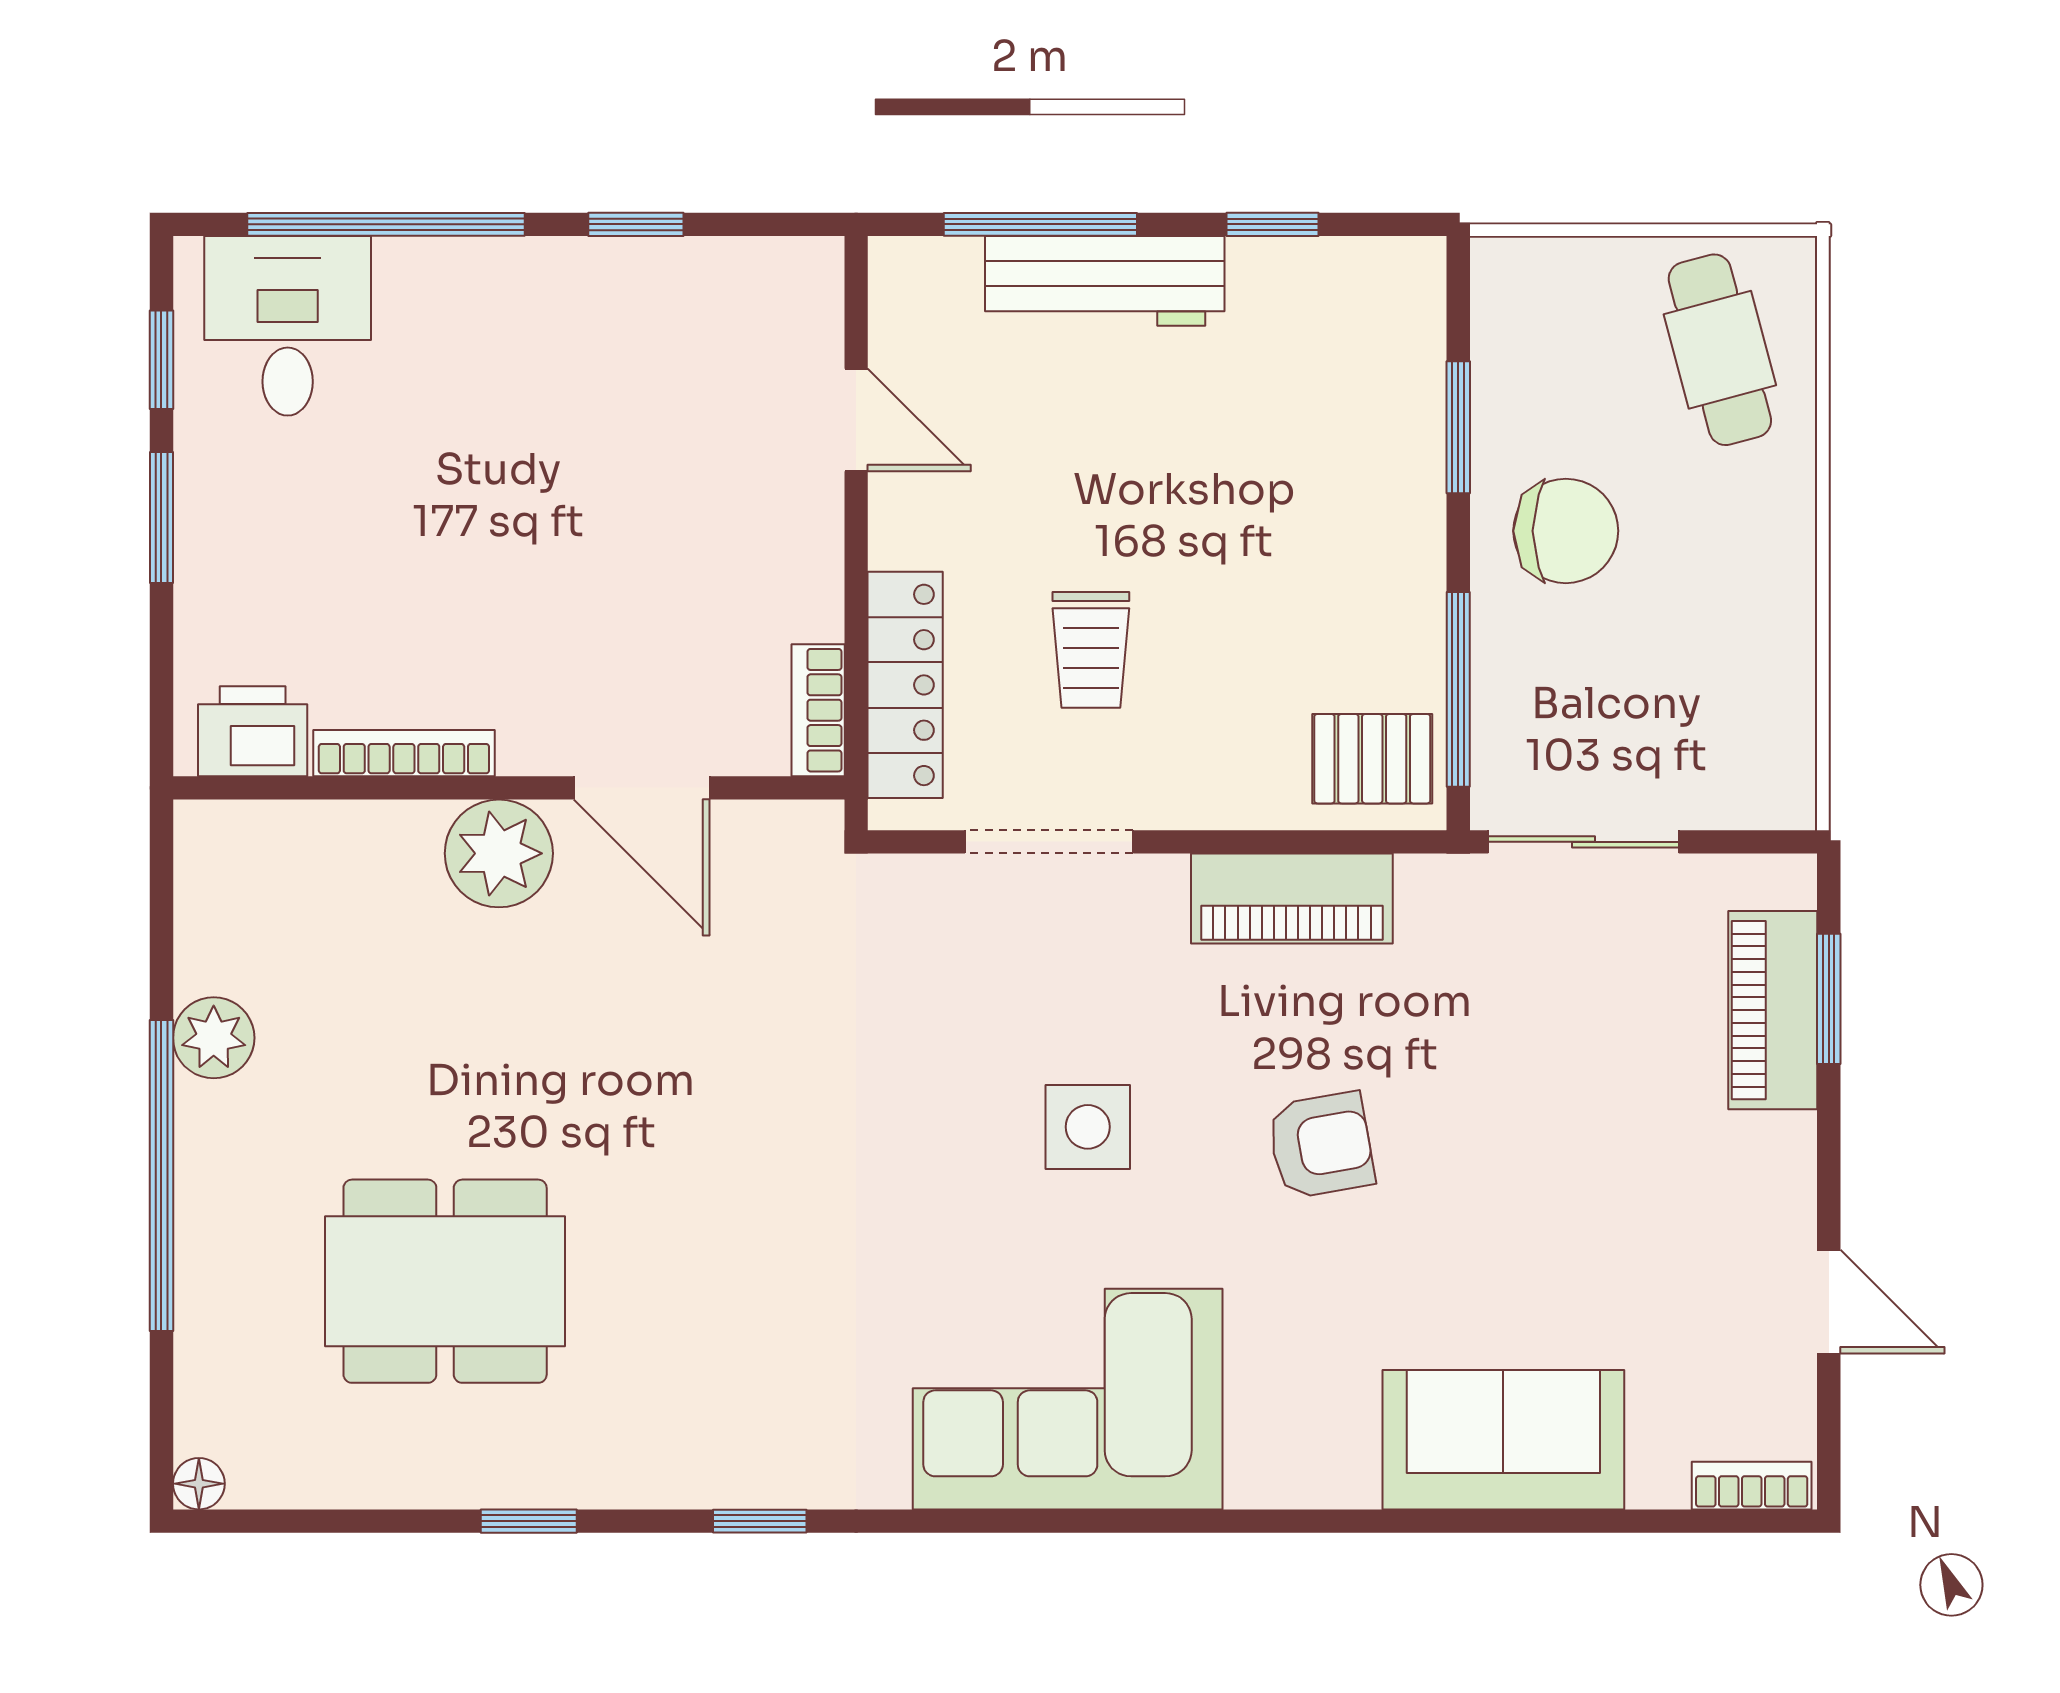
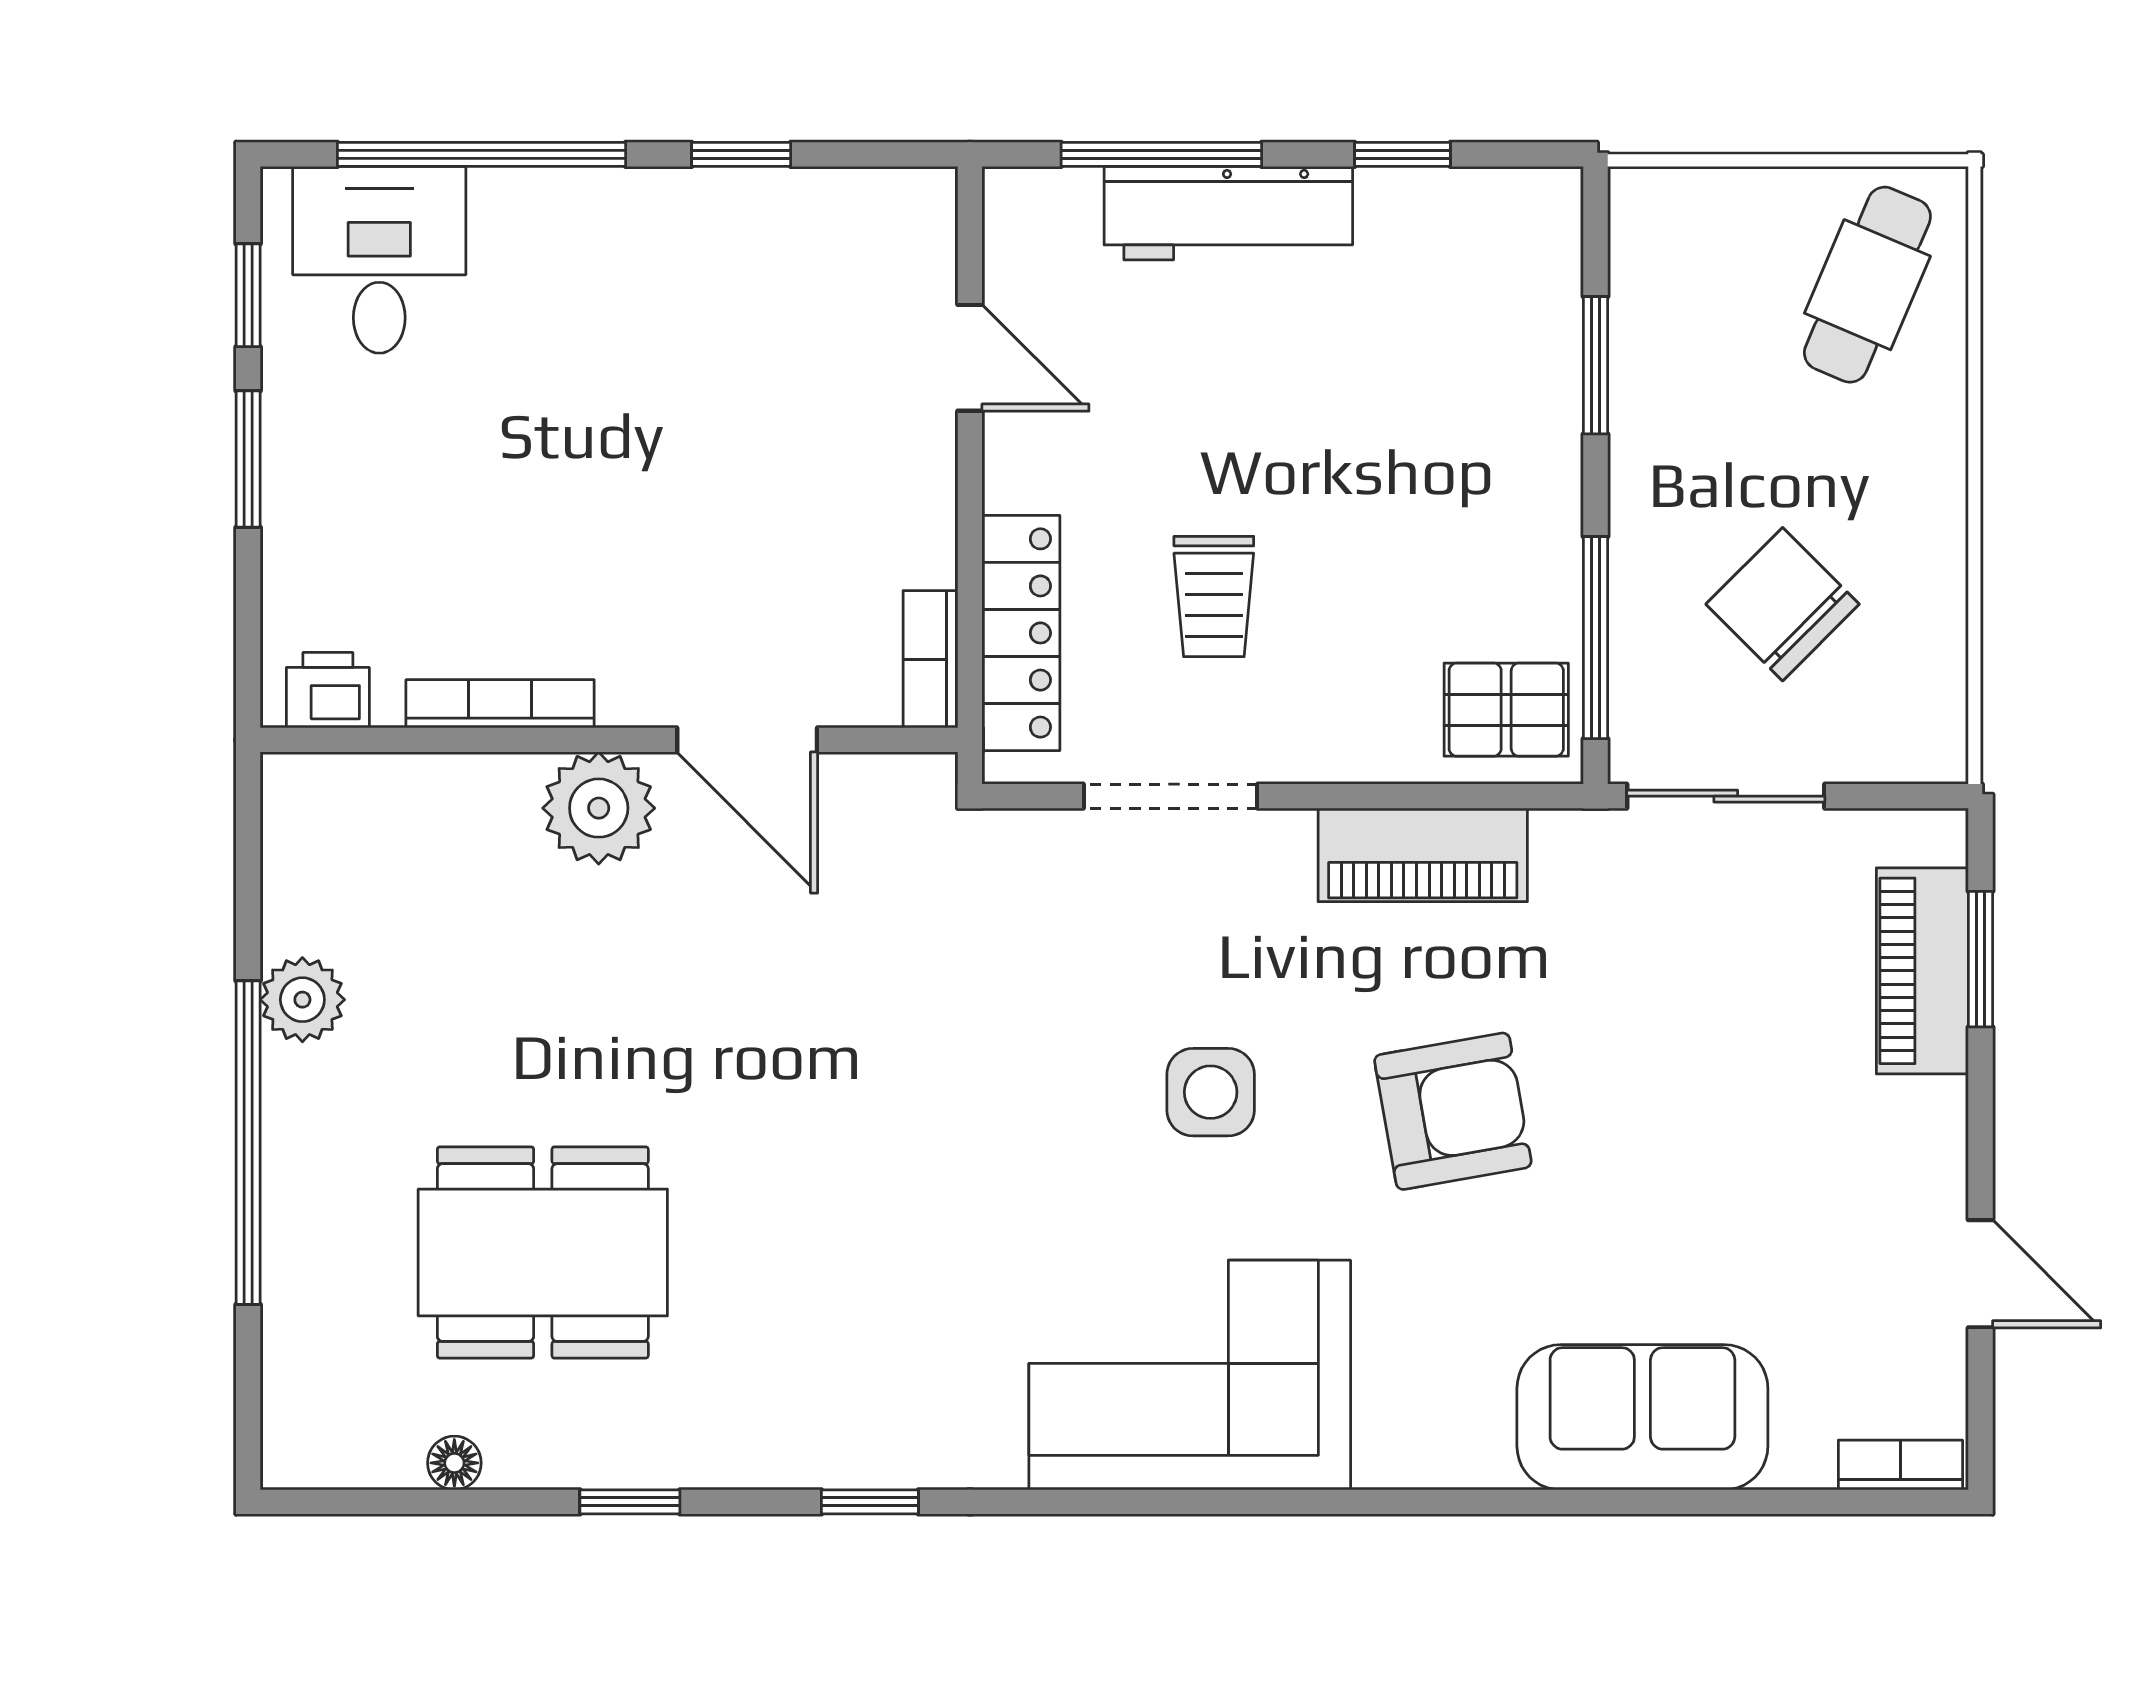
cafe table: (1720, 350) -> (1867, 285), turned 38
chair: (1566, 531) -> (1783, 604), moved, turned -135
printer: (253, 731) -> (328, 690), width x0.73, depth x0.81
armchair: (1321, 1145) -> (1453, 1111), width x1.38, depth x1.38
floor lamp: (199, 1484) -> (454, 1463), moved

